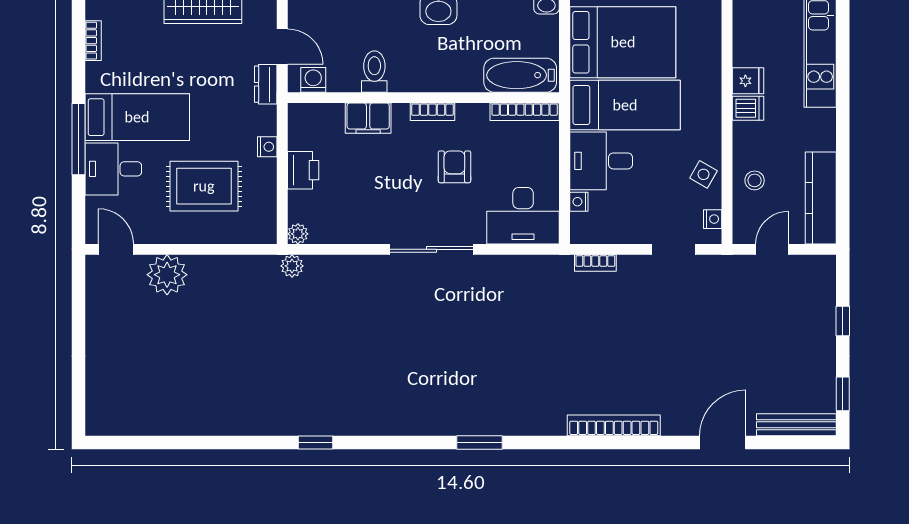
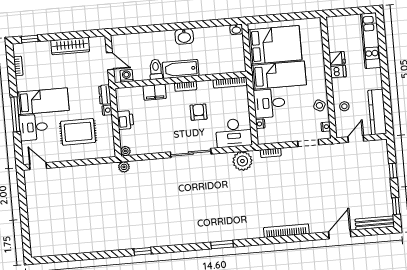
bathtub: (520, 75) -> (181, 69), moved
dresser: (266, 84) -> (105, 95), moved
plant: (167, 275) -> (242, 161), moved

